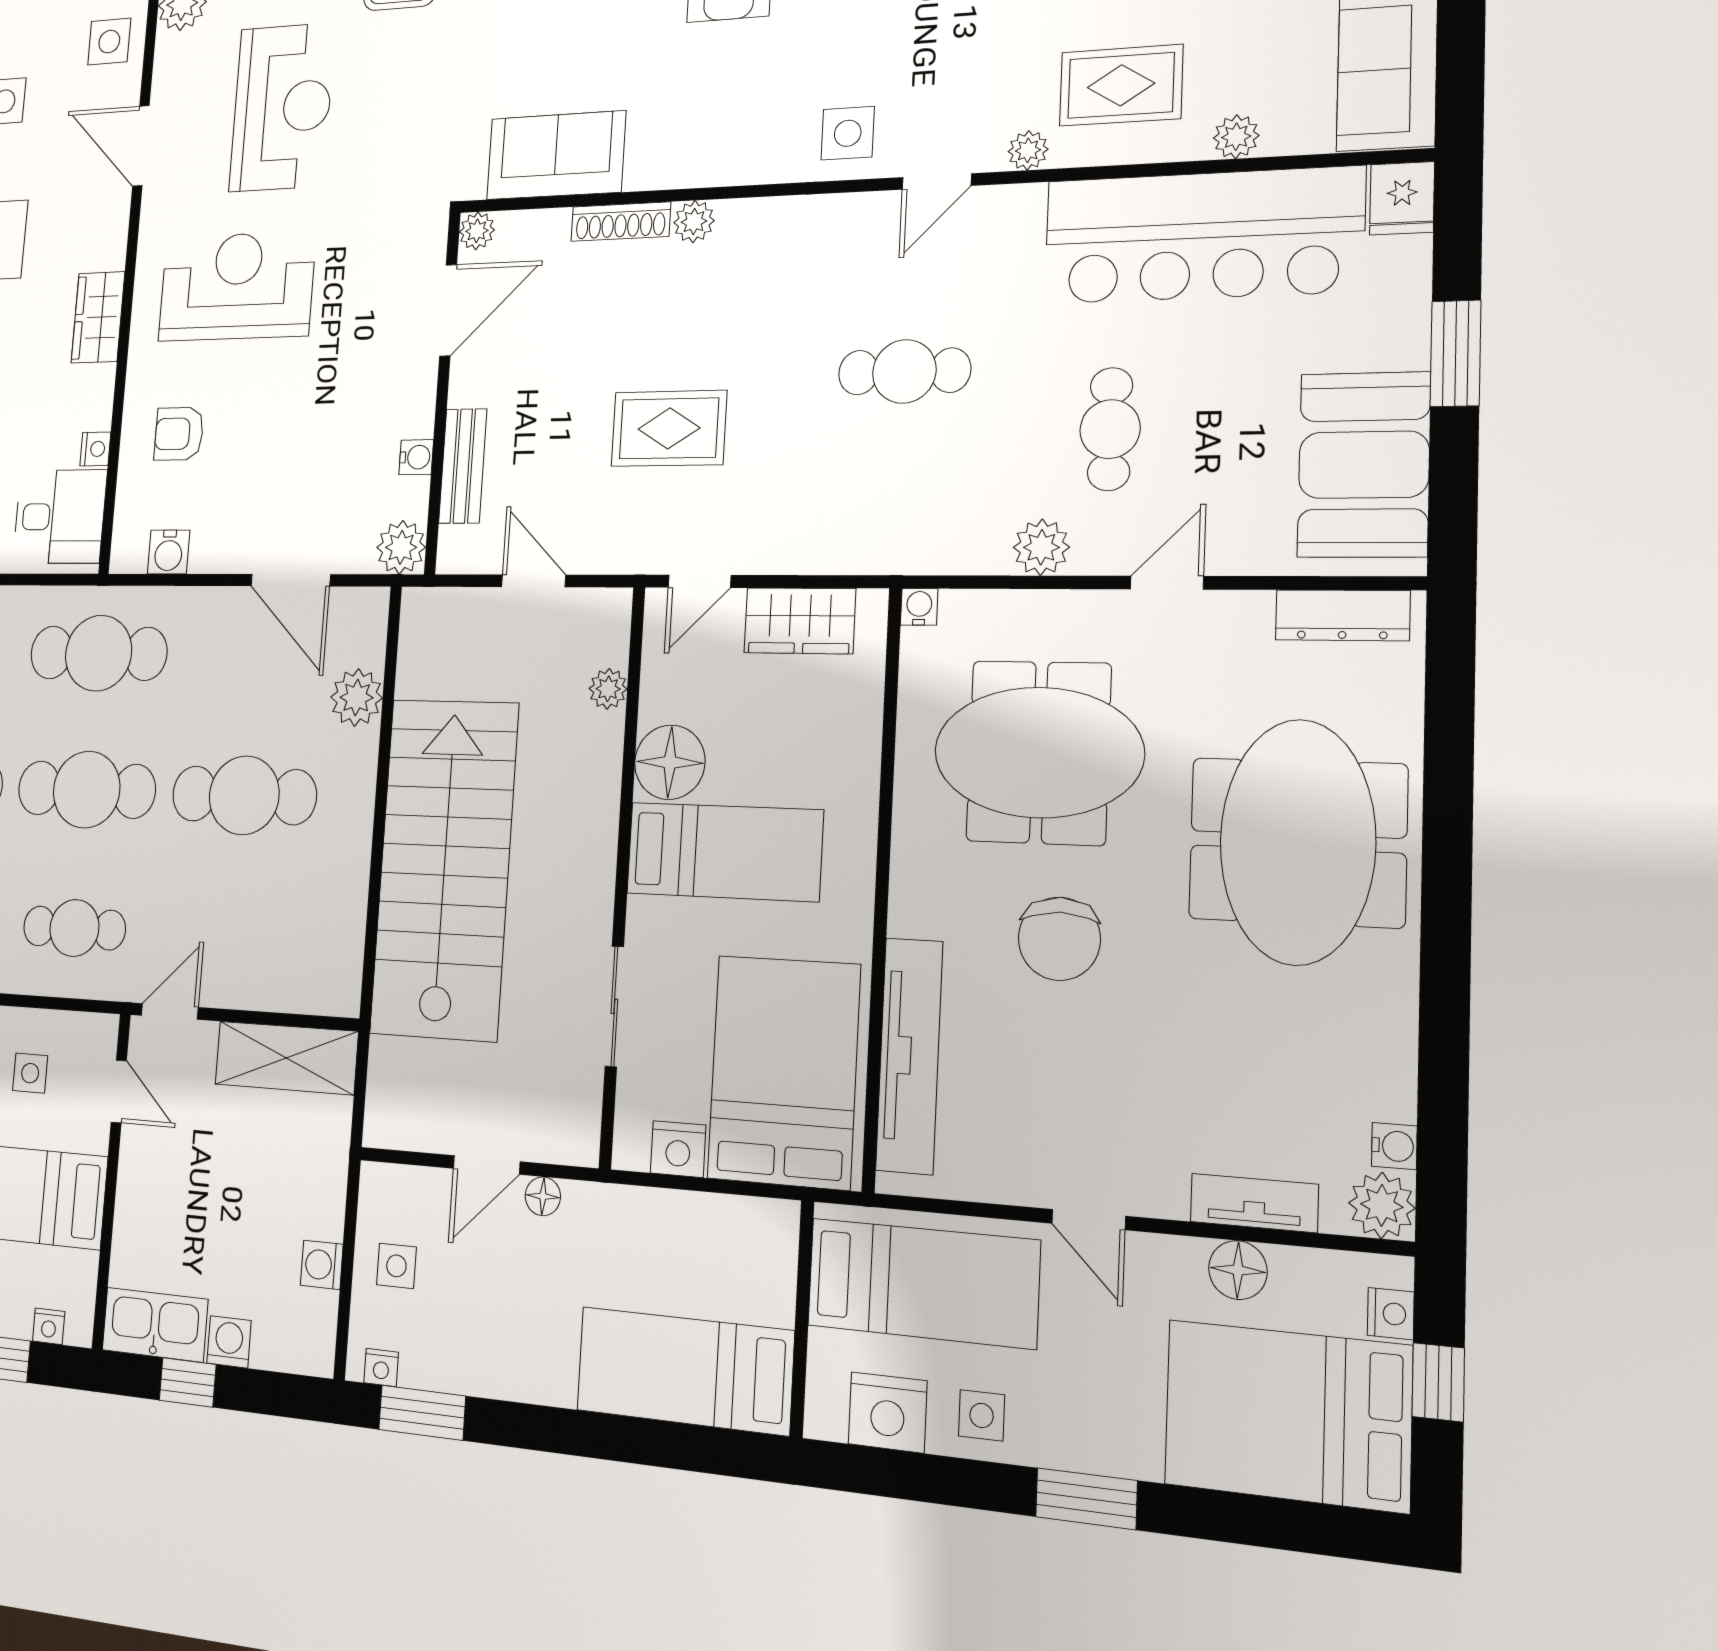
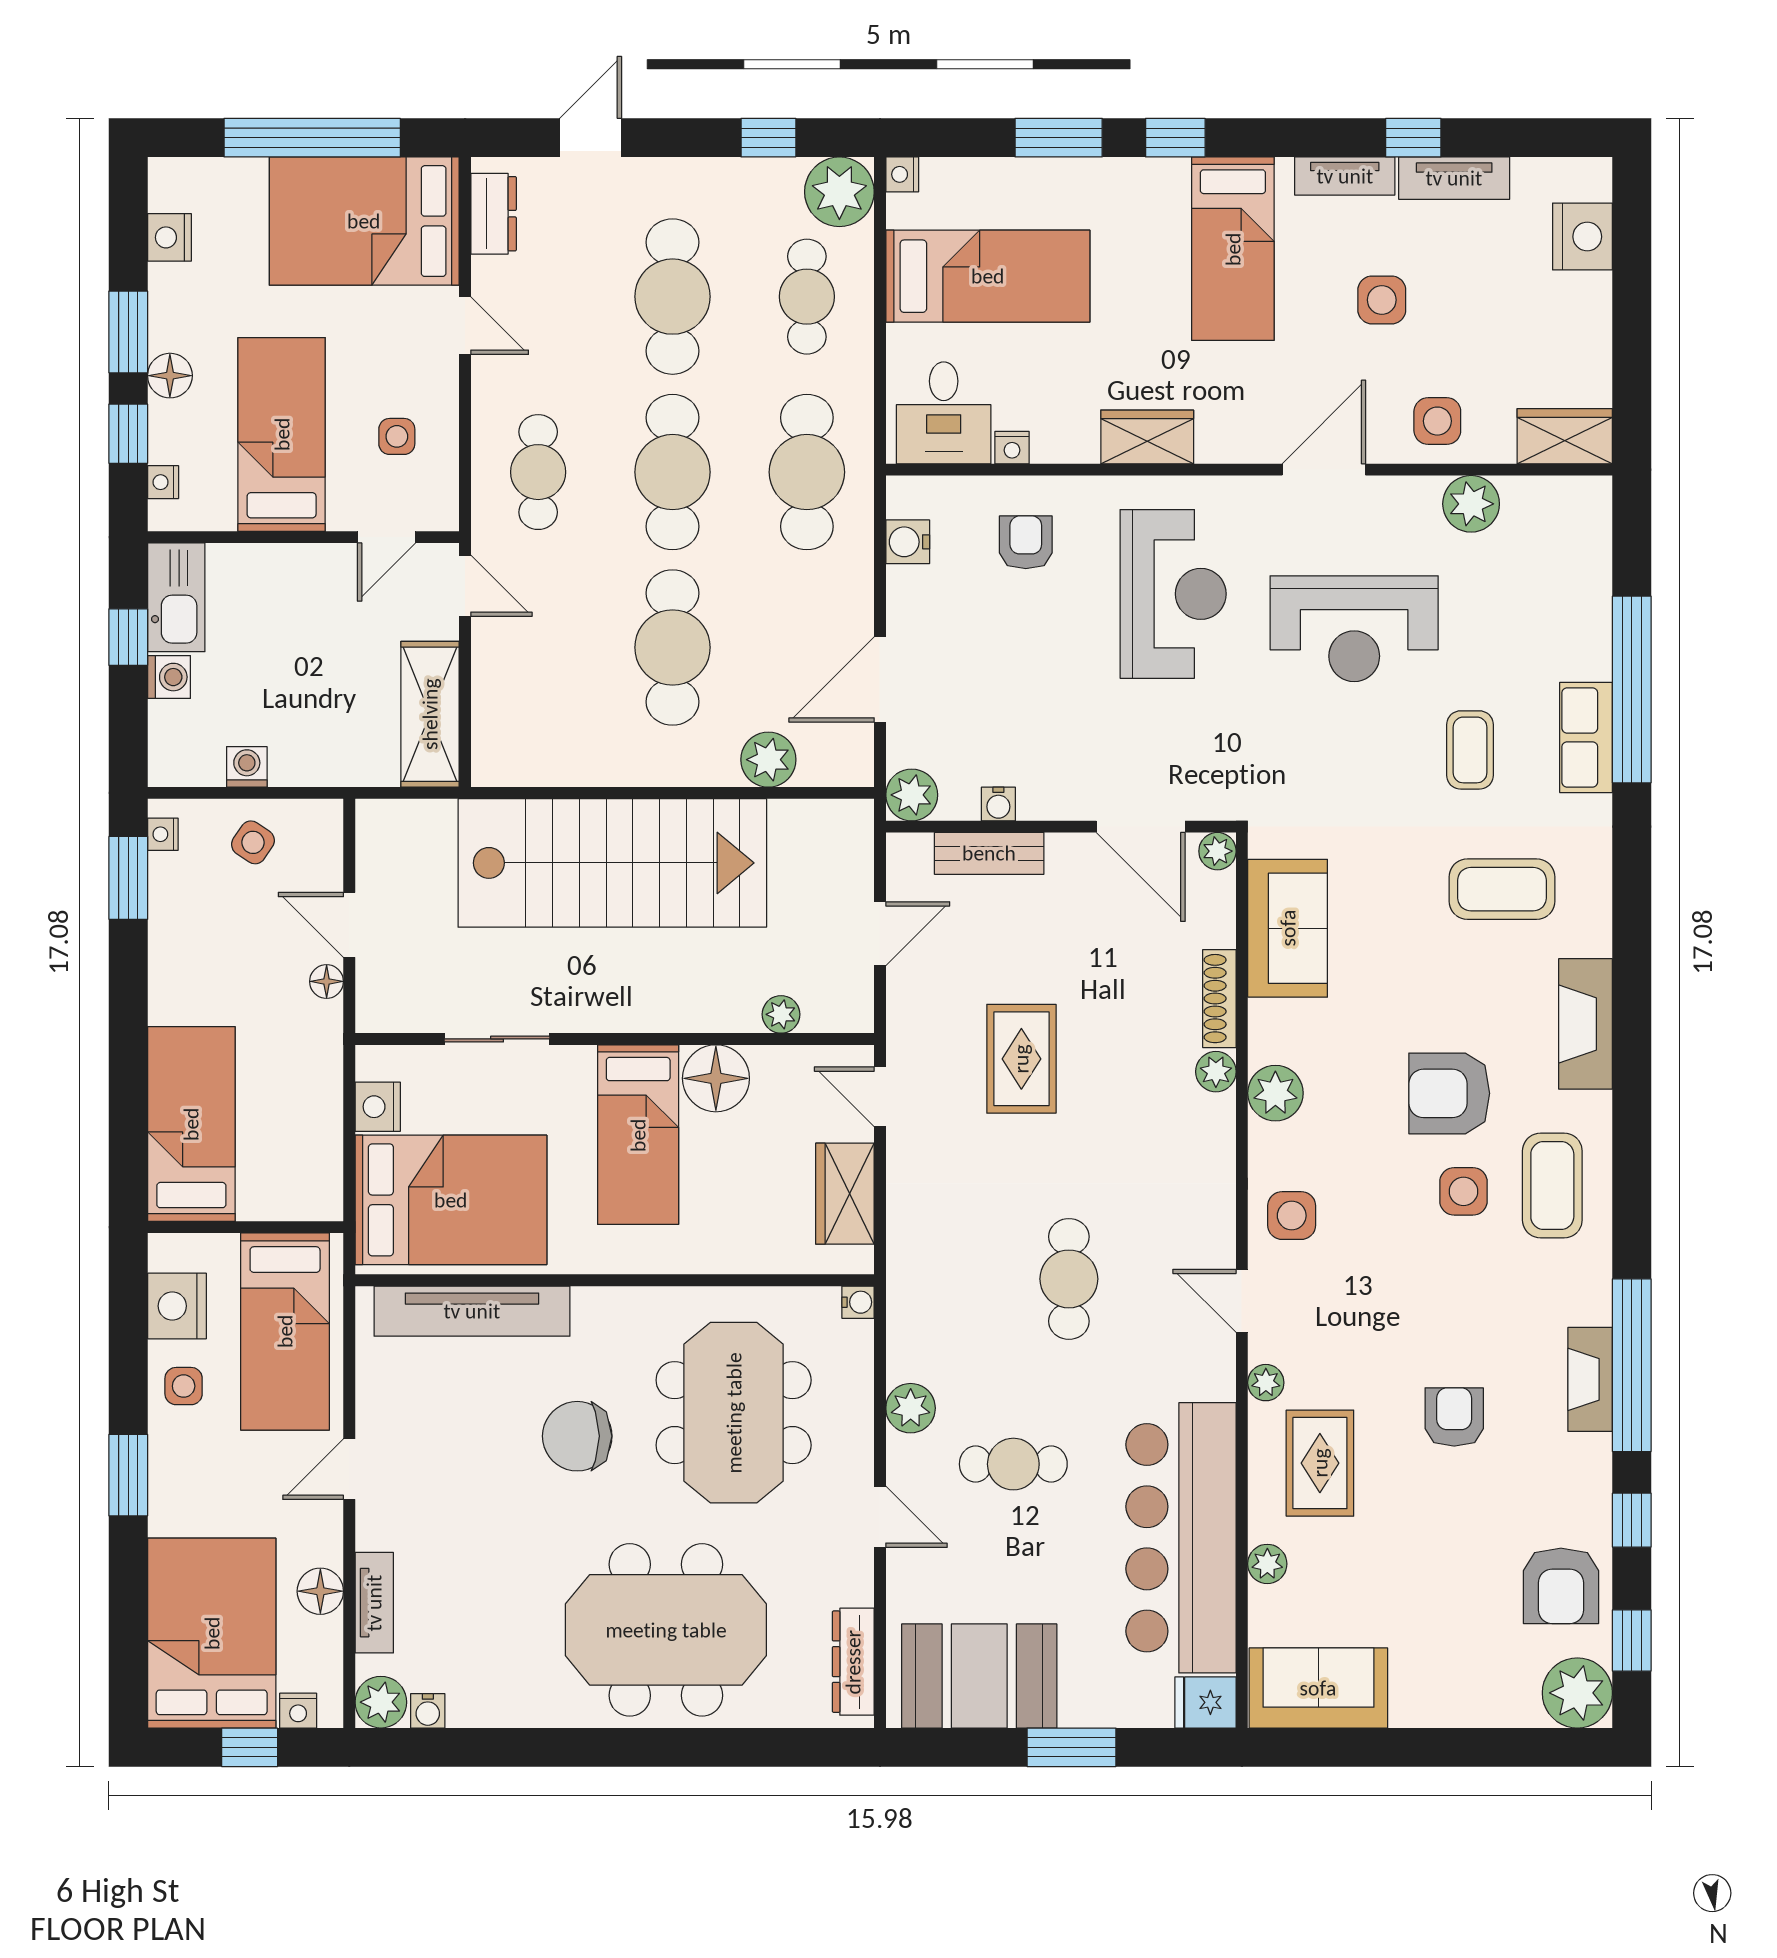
plant: (719, 158) -> (1275, 1093), added
side table: (396, 1266) -> (253, 842), turned 34

